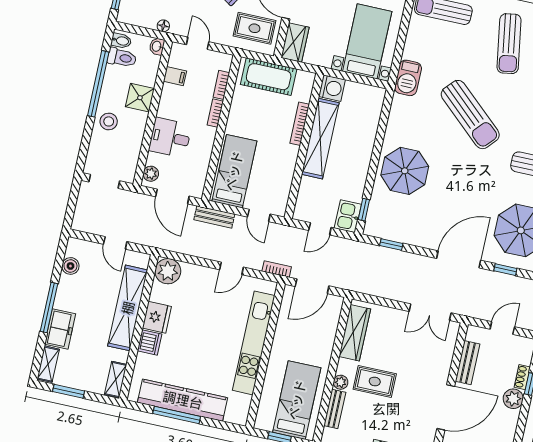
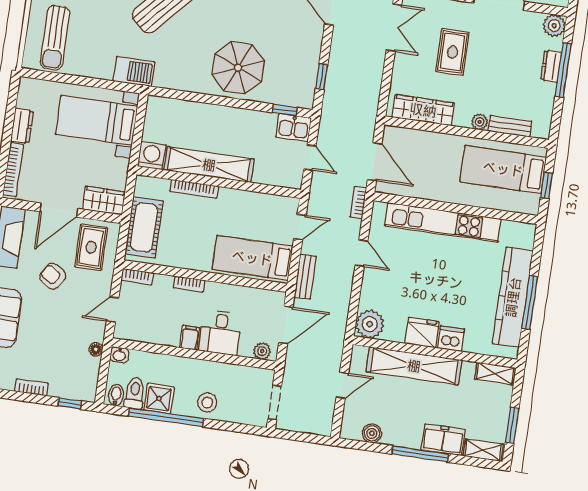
filing cabinet: (175, 76) -> (190, 338), moved
bookcase: (221, 85) -> (137, 277), moved
shower: (140, 98) -> (159, 398), moved
rug: (375, 381) -> (453, 52), moved

